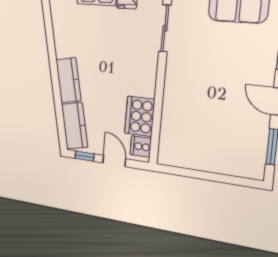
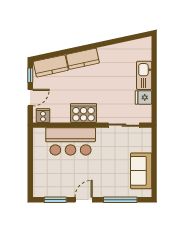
bar counter: (182, 111) -> (71, 141), added
cooker: (140, 116) -> (84, 113), moved

